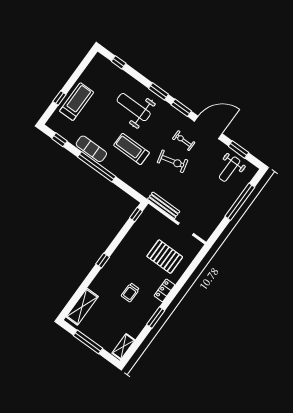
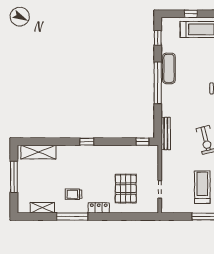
treadmill: (132, 149) -> (202, 187), moved
bench: (164, 205) -> (166, 133), moved
trolley: (130, 292) -> (74, 194), moved
window: (156, 318) -> (72, 217), width x1.44
shelving: (123, 347) -> (42, 208), moved

